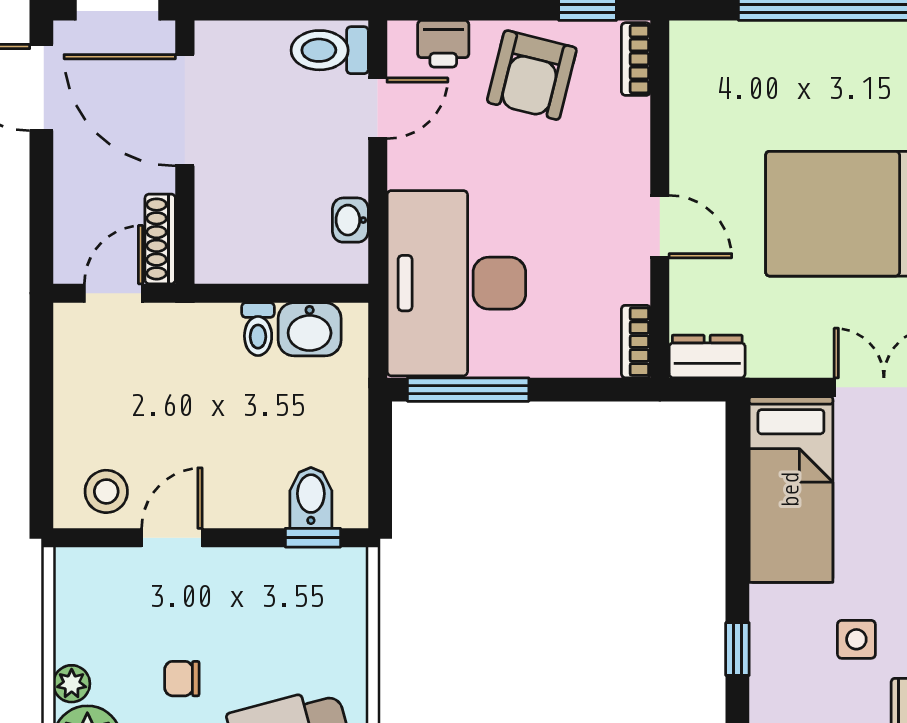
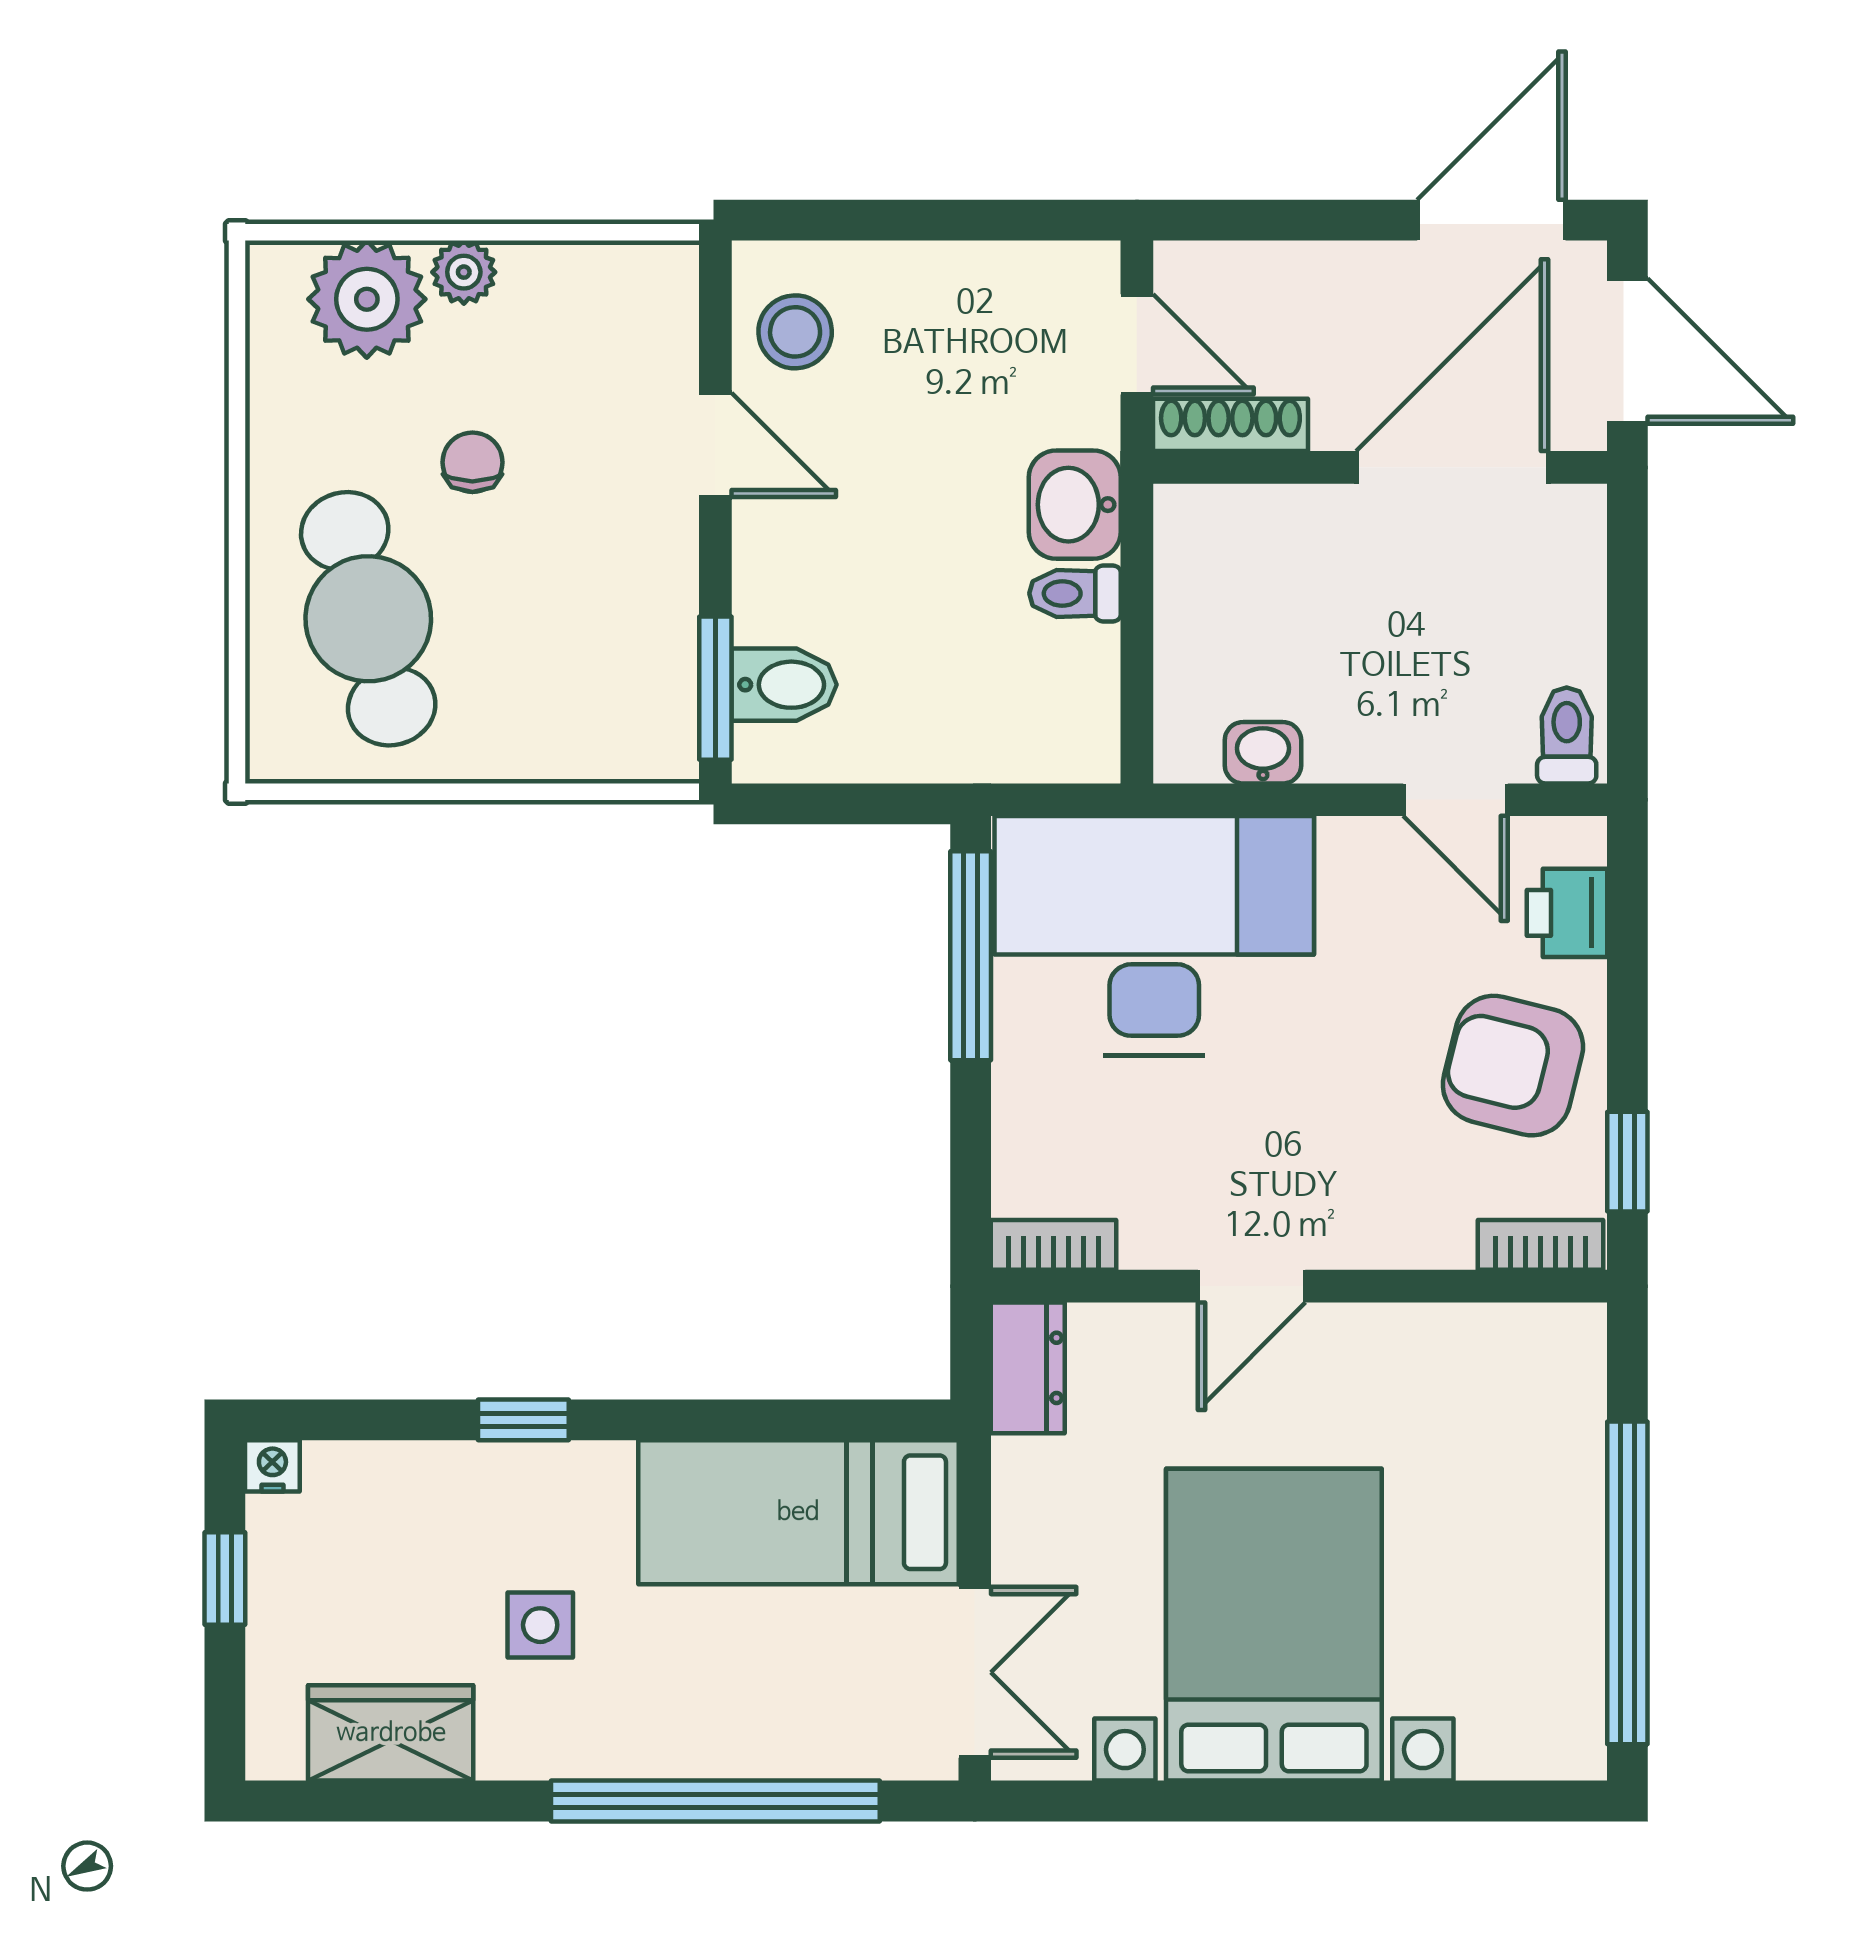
toilet: (330, 50) -> (1567, 736), width x0.73, depth x0.72
washbasin: (310, 329) -> (1075, 505), moved
window: (313, 538) -> (715, 688), width x1.50

